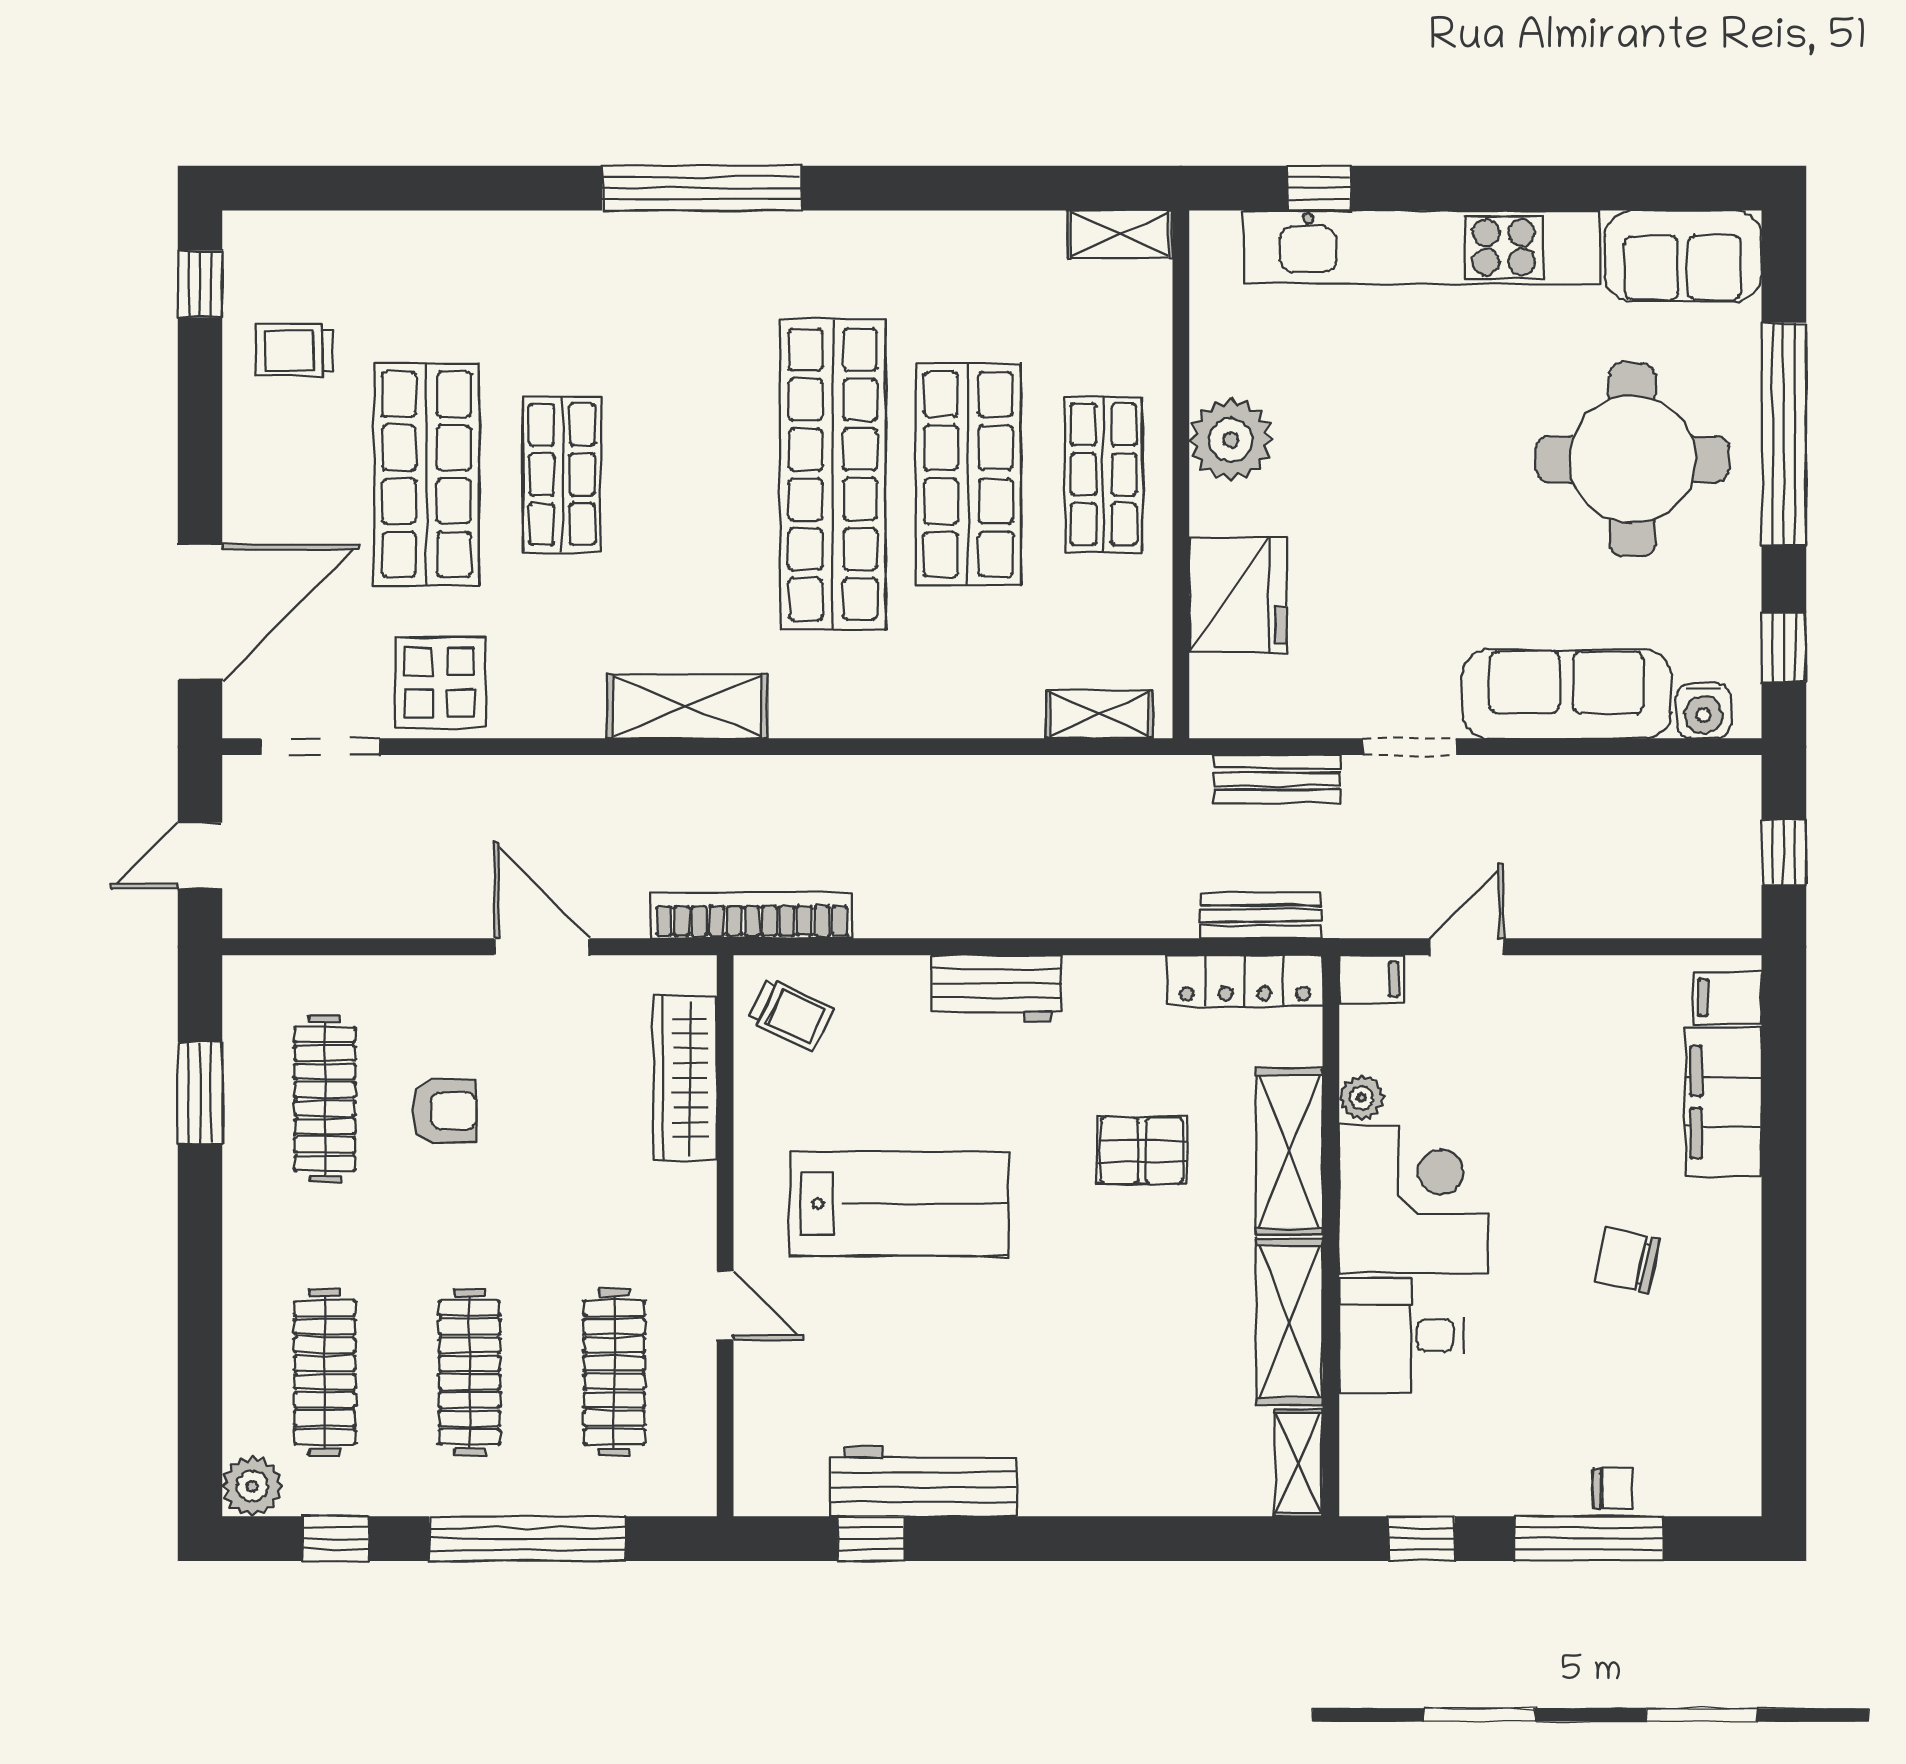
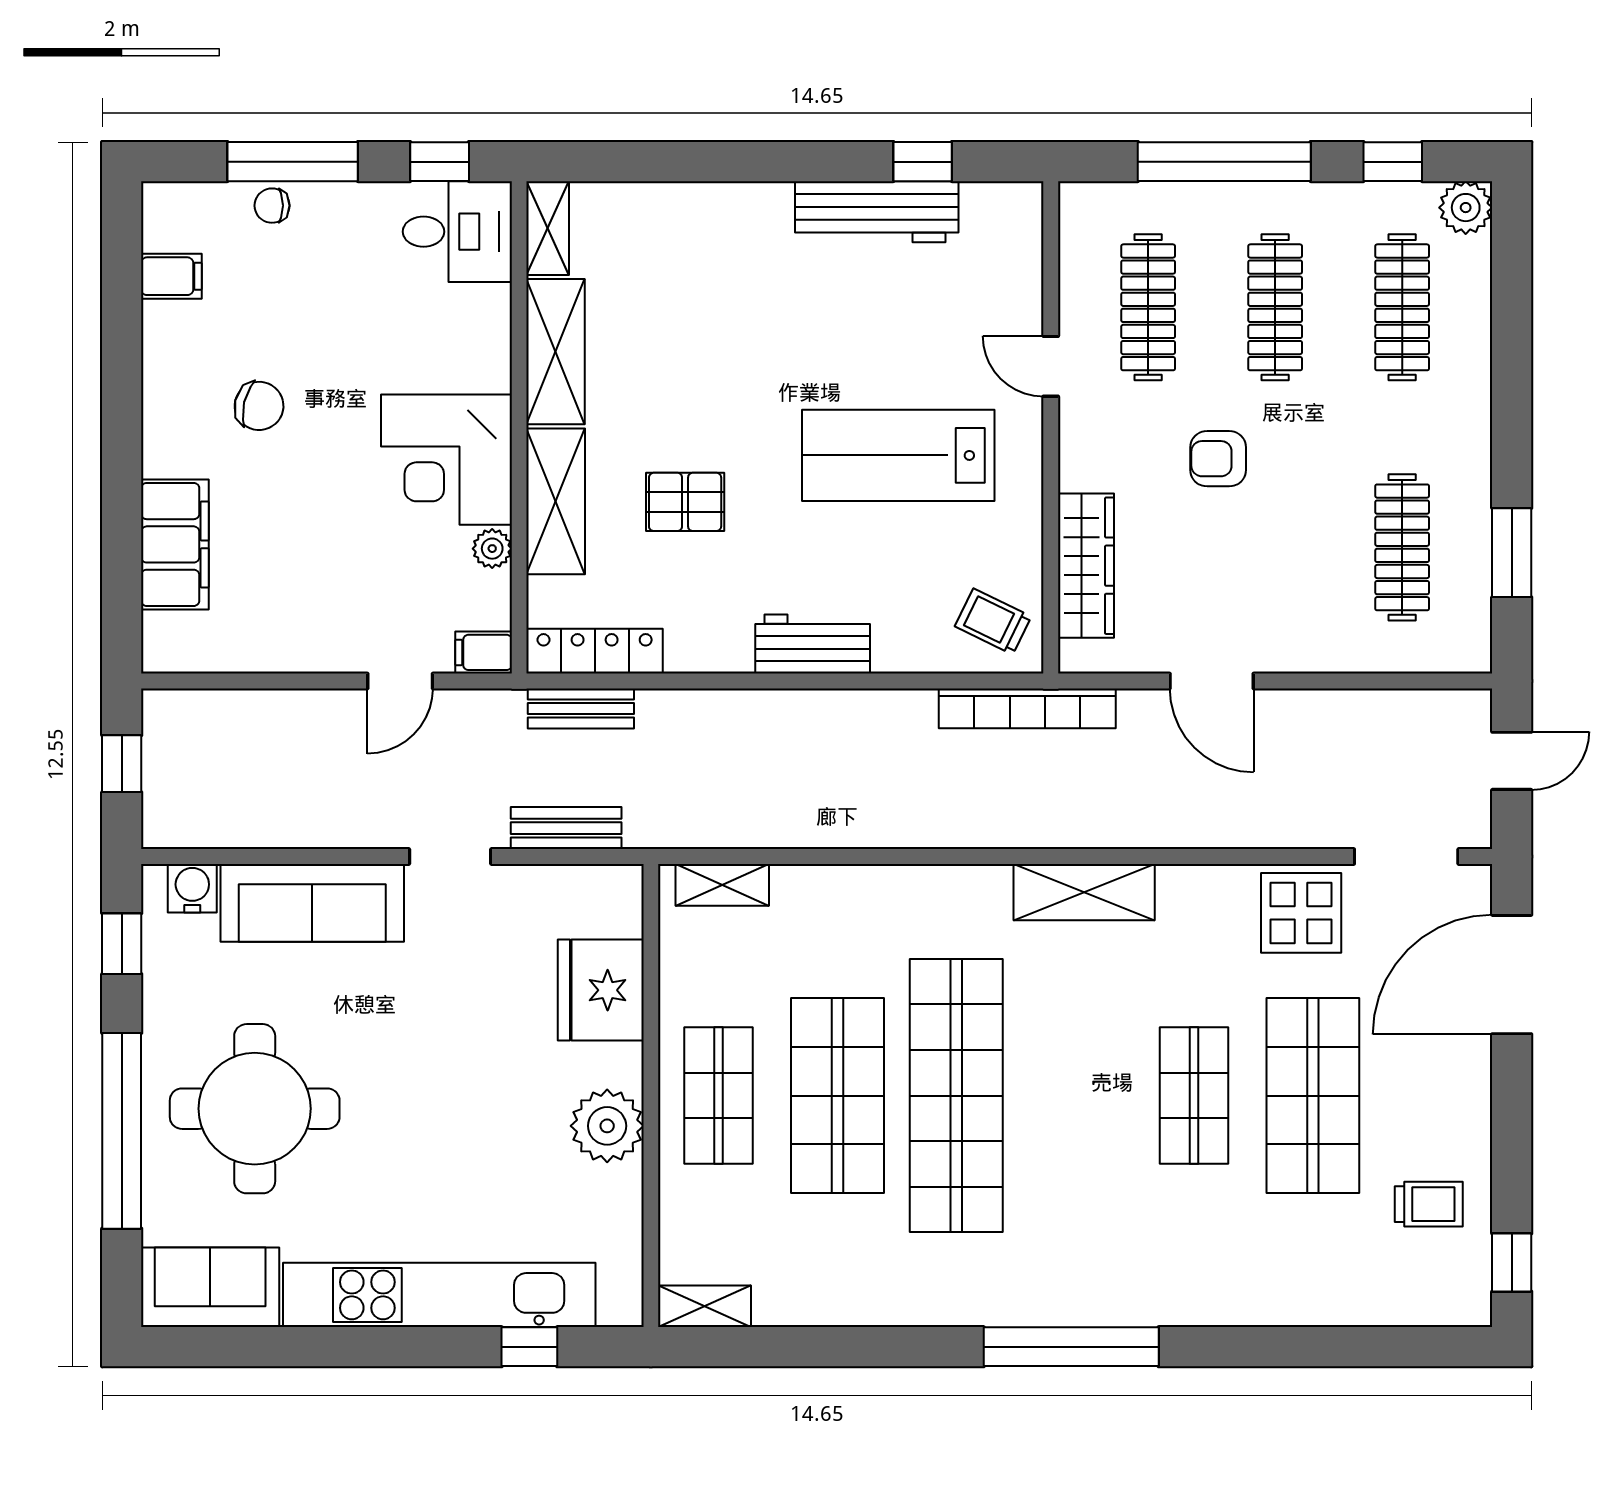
filing cabinet: (1727, 998) -> (171, 276), moved
armchair: (445, 1111) -> (1218, 459), moved
desk: (1401, 1335) -> (457, 232), moved

